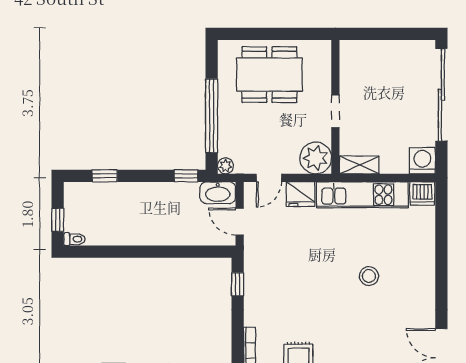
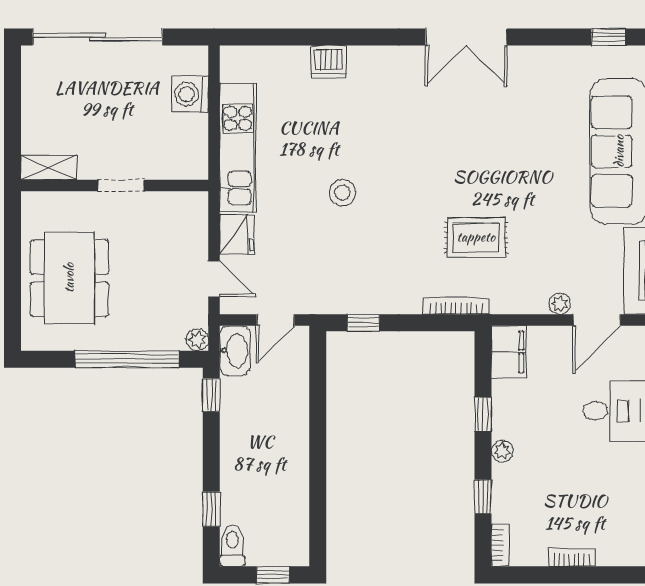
plant: (316, 158) -> (186, 213), removed
washing machine: (422, 161) -> (190, 94), moved
shelving: (359, 165) -> (49, 167), moved, turned 90
dishwasher: (422, 193) -> (329, 62), moved, turned 90
toilet: (74, 239) -> (232, 546), moved, width x1.37, depth x1.39
stool: (369, 276) -> (342, 192), moved

